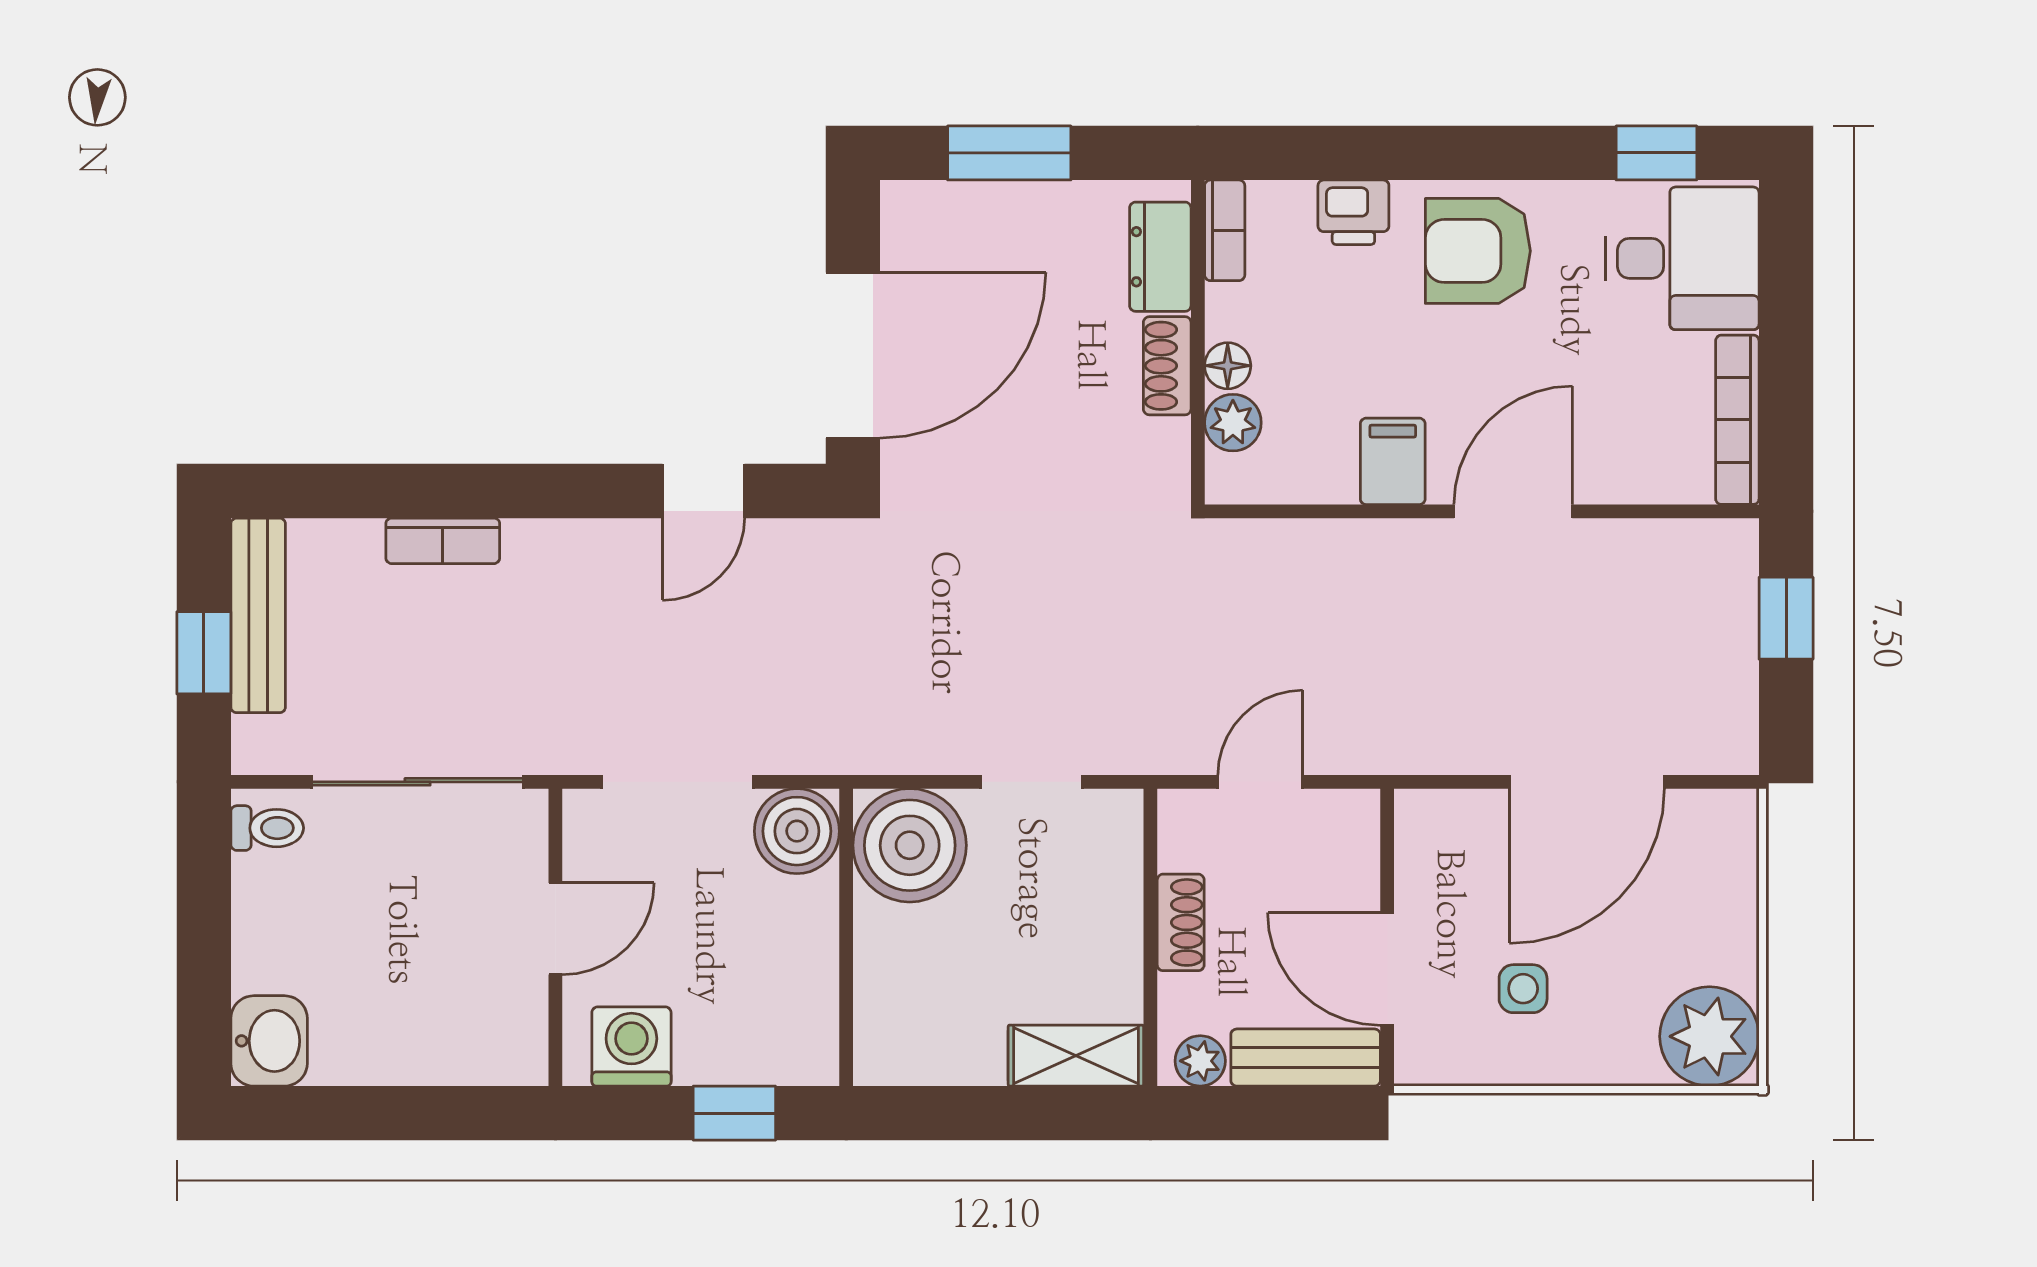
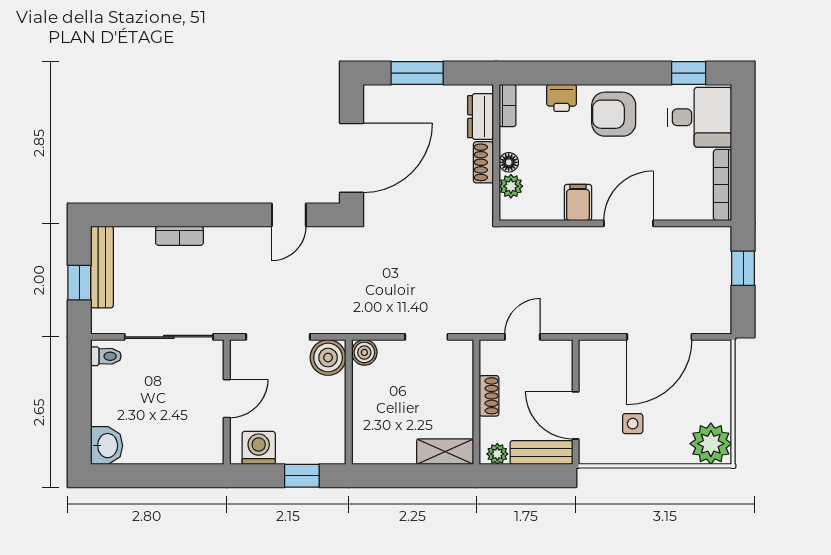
boiler: (910, 845) -> (364, 352), width x0.54, depth x0.54

